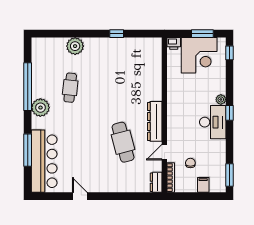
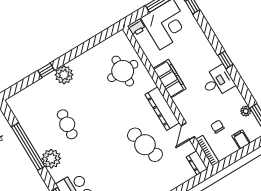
window: (117, 34) -> (46, 70), moved
plant: (75, 46) -> (64, 75), moved
round table: (141, 72) -> (123, 71), added
plant: (221, 99) -> (246, 111), moved
filing cabinet: (175, 101) -> (170, 79), added
desk: (213, 122) -> (218, 82), width x0.73

